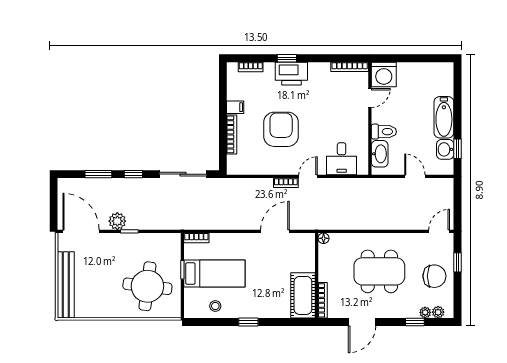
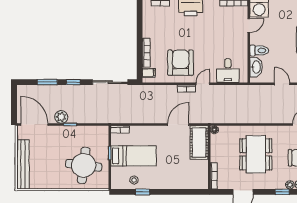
filing cabinet: (235, 107) -> (149, 73), moved
armchair: (281, 129) -> (181, 63), moved
dining table: (379, 271) -> (256, 154), turned 90
cot: (303, 295) -> (199, 143), moved
window: (248, 322) -> (142, 192), moved

